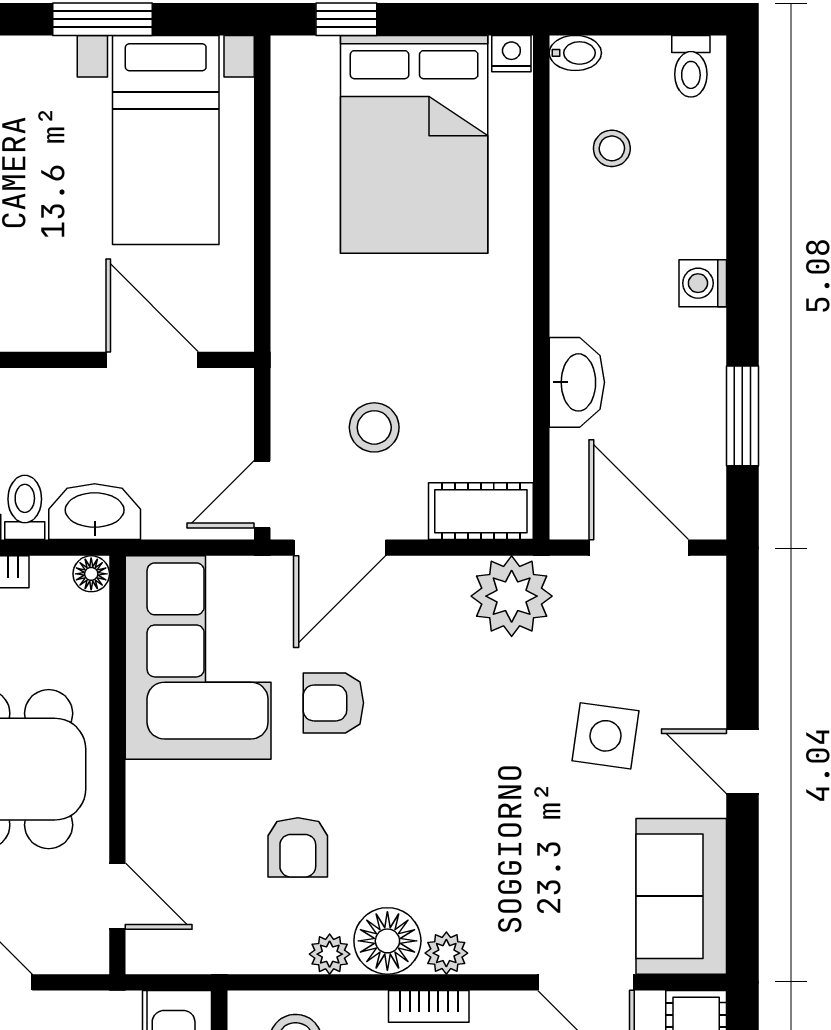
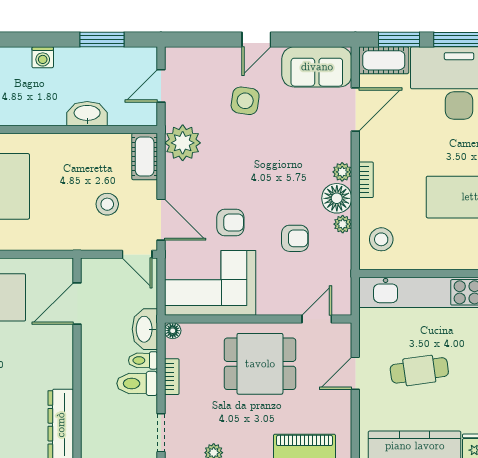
door: (639, 548) -> (161, 86), width x0.73
armchair: (333, 703) -> (230, 222), turned -90

